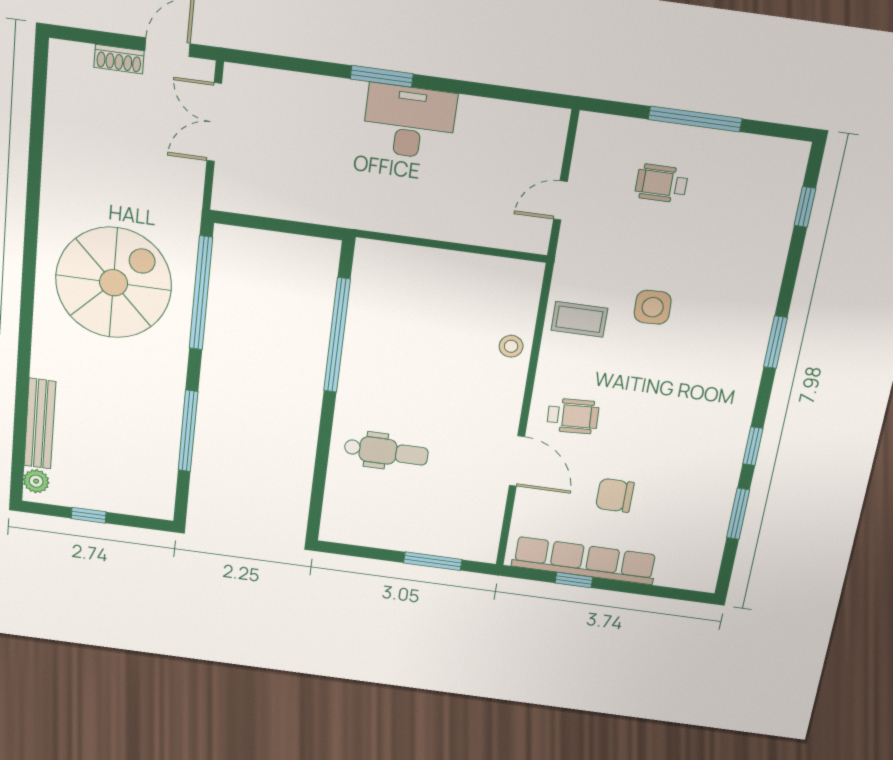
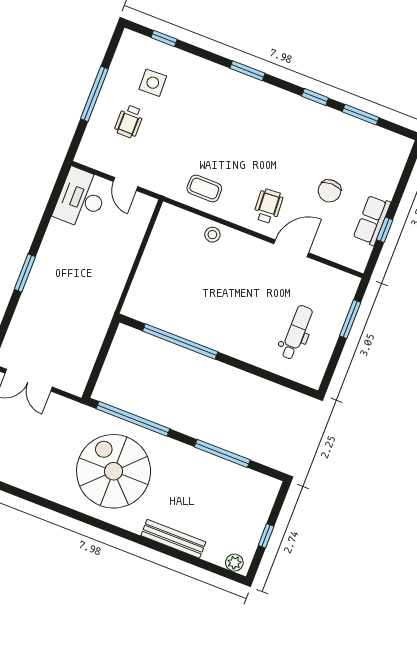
desk: (409, 122) -> (81, 199), moved
side table: (653, 307) -> (153, 83), moved
coffee table: (579, 319) -> (204, 189), turned 90
bench: (40, 424) -> (173, 539), moved
dental chair: (386, 452) -> (296, 332), moved
row of seats: (584, 561) -> (372, 220), width x0.50

